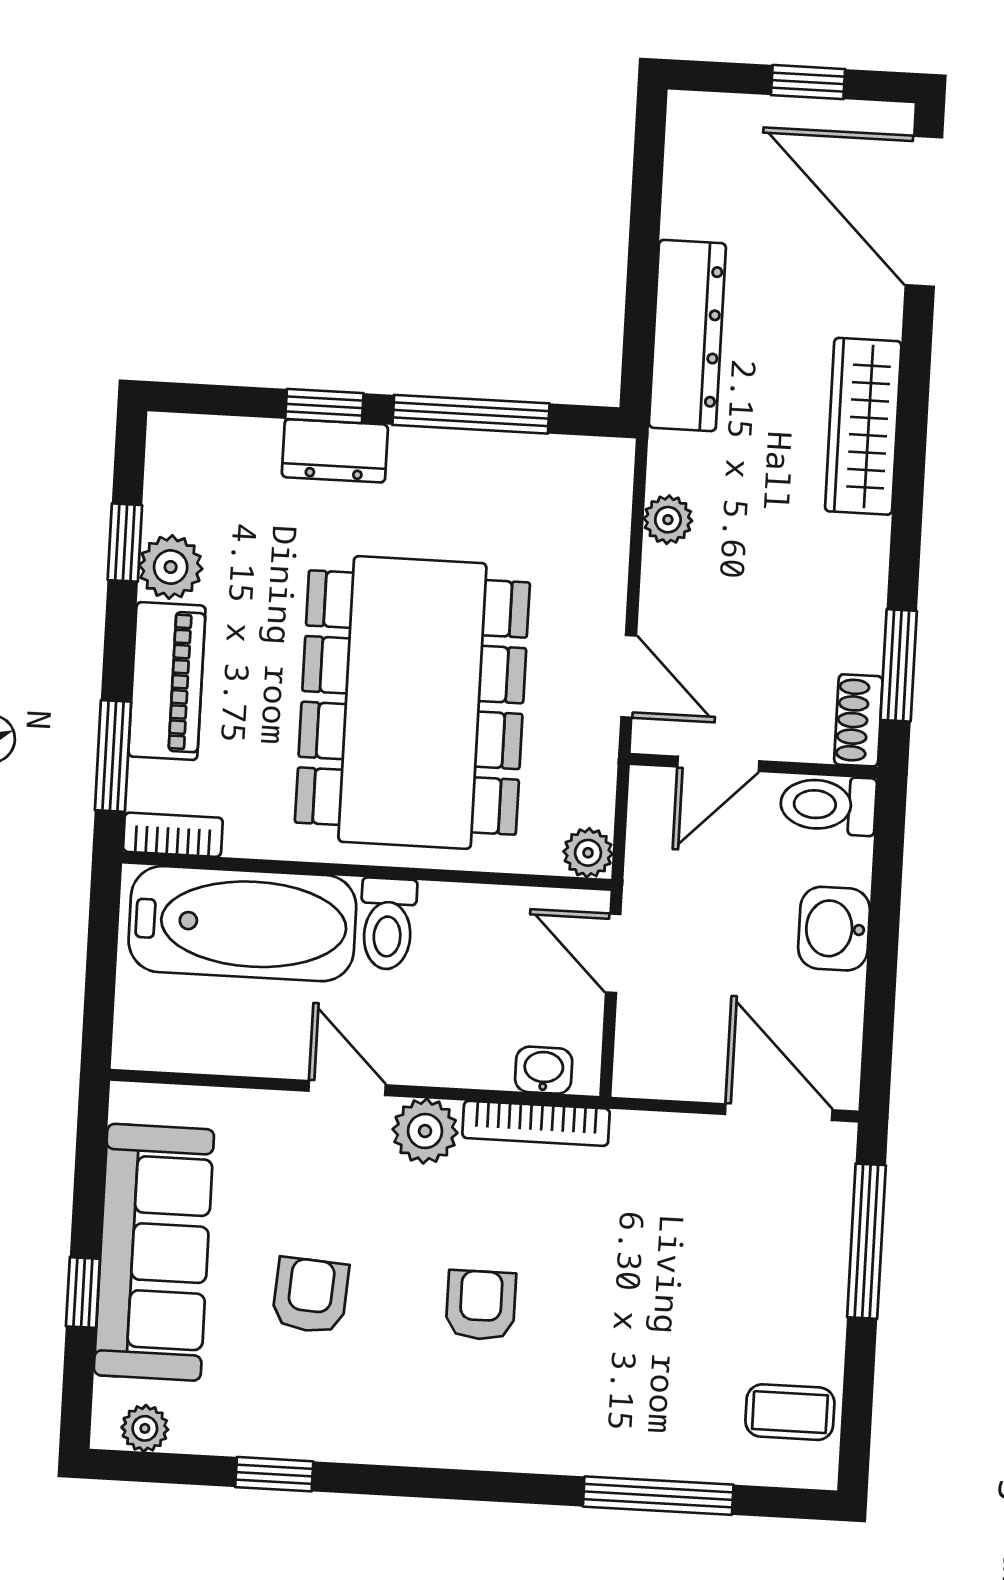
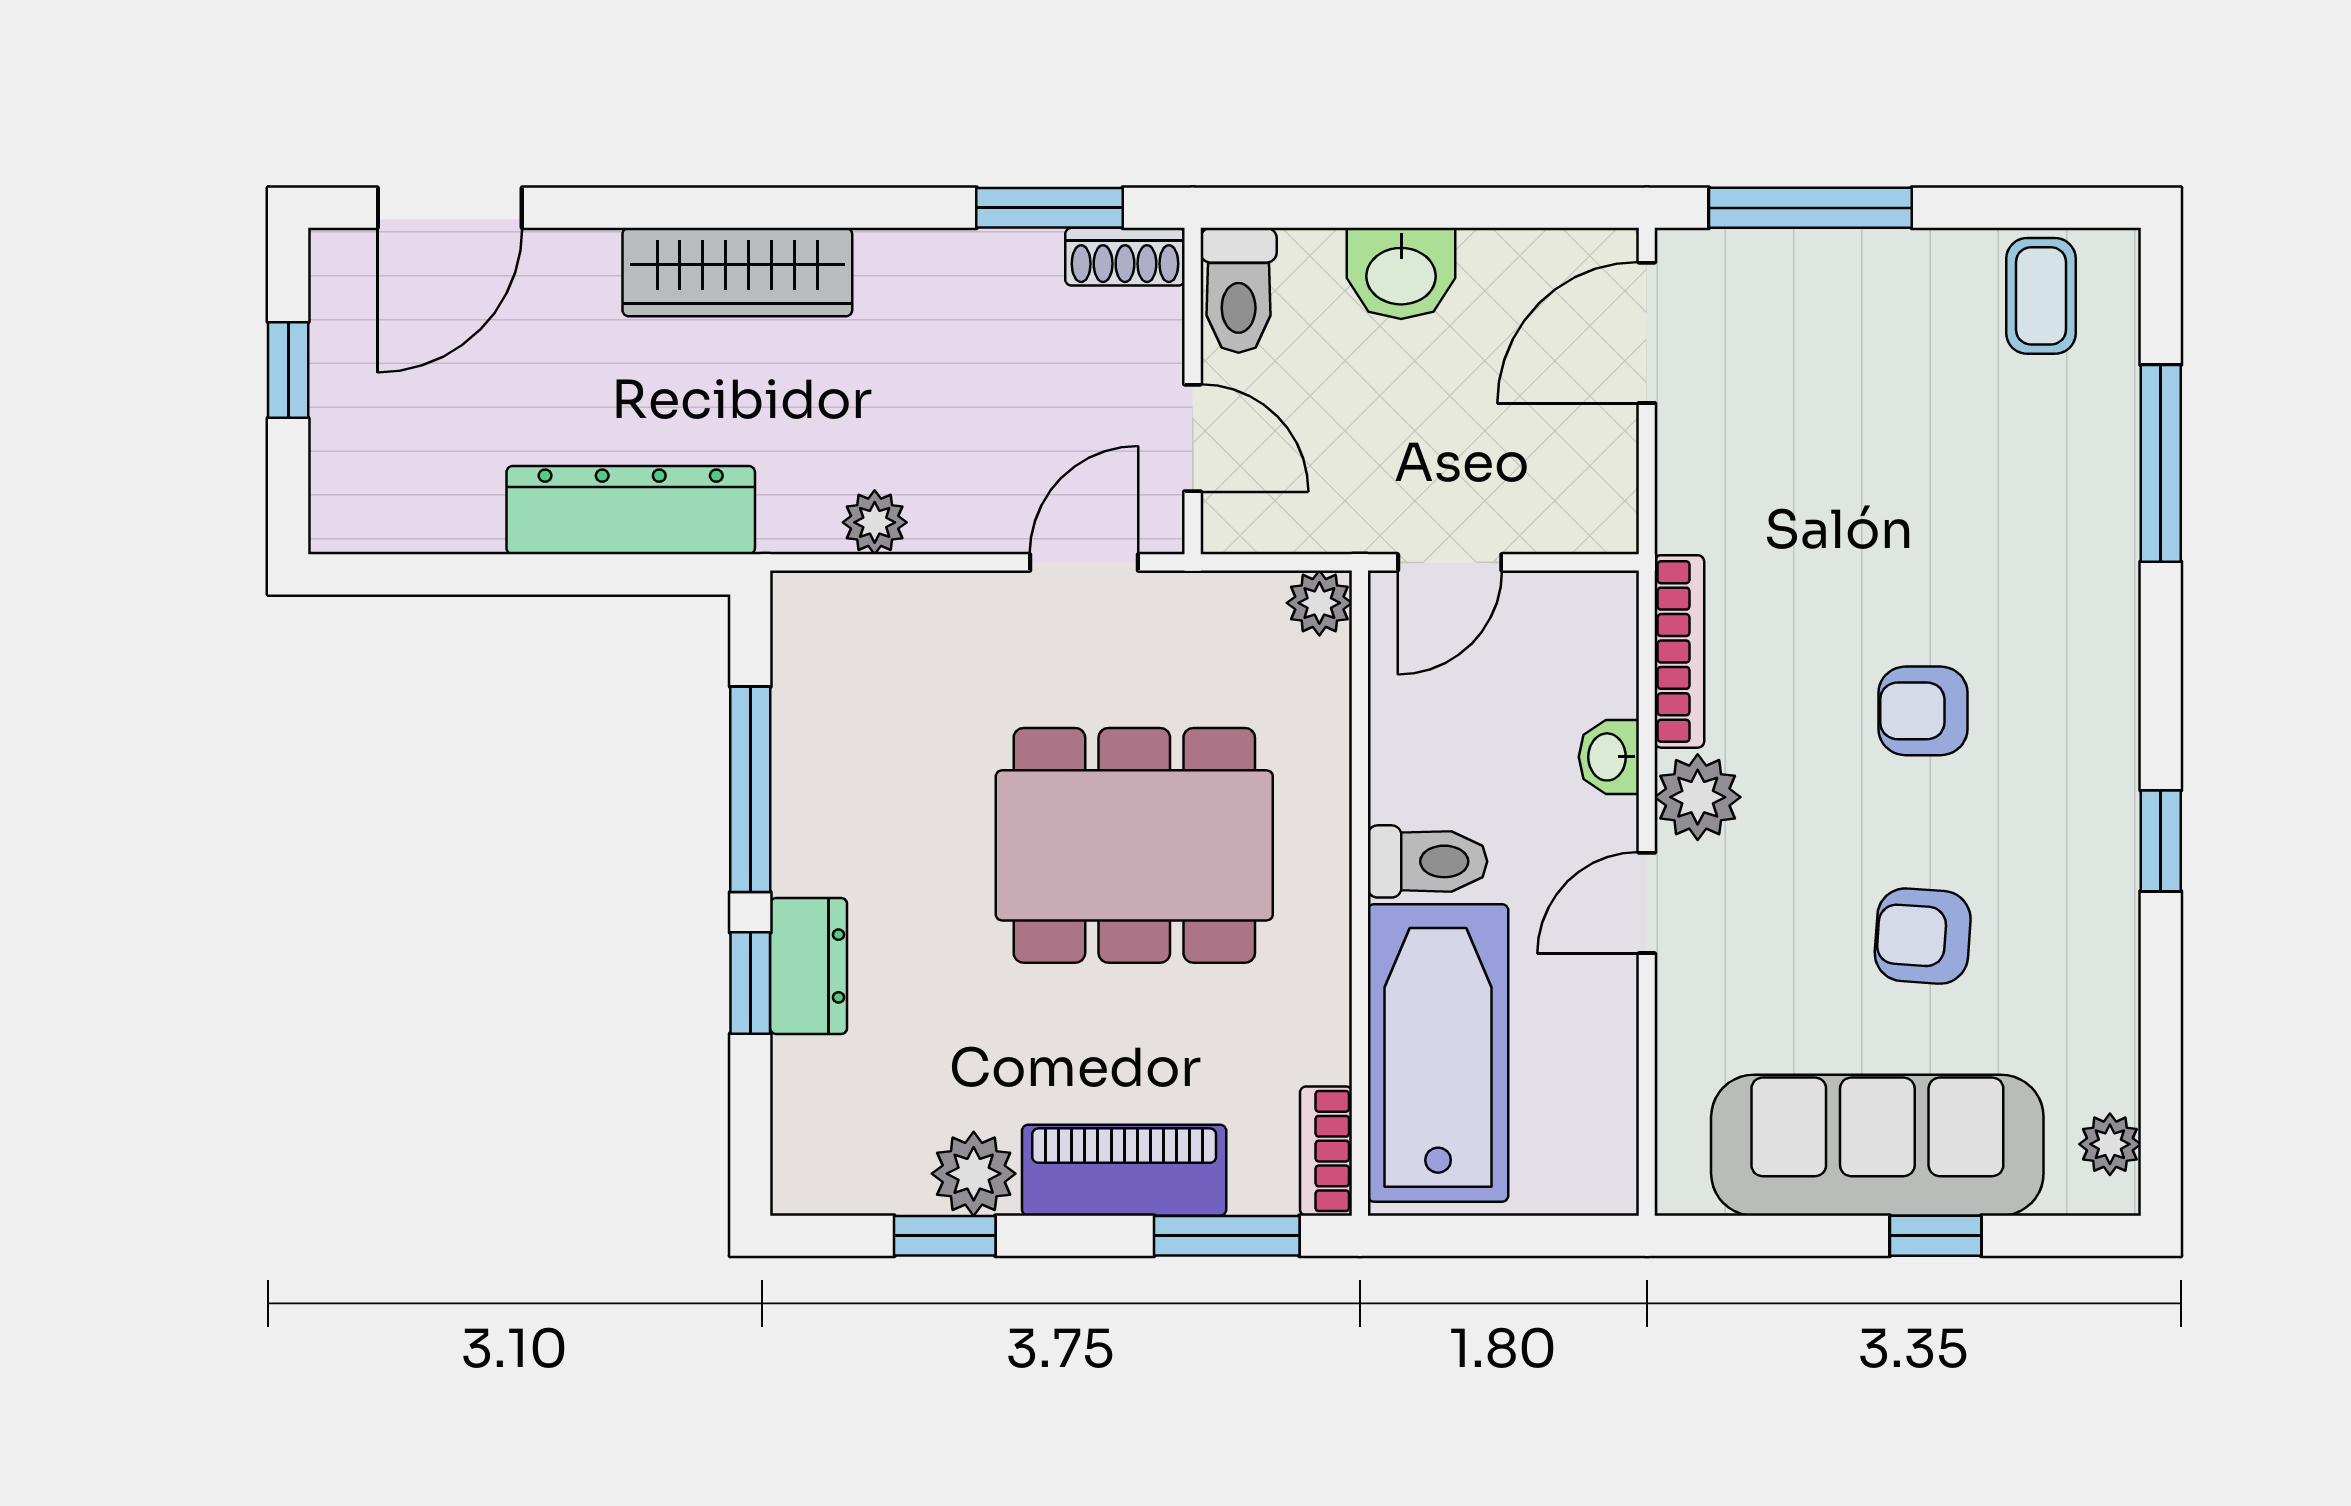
door: (924, 211) -> (450, 208), width x0.73
dining table: (412, 703) -> (1134, 845), width x0.73, depth x0.80
washbasin: (544, 1070) -> (1609, 757), moved
window: (274, 1474) -> (2161, 841), moved

